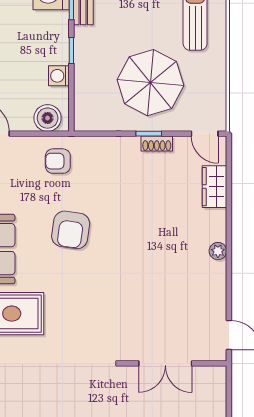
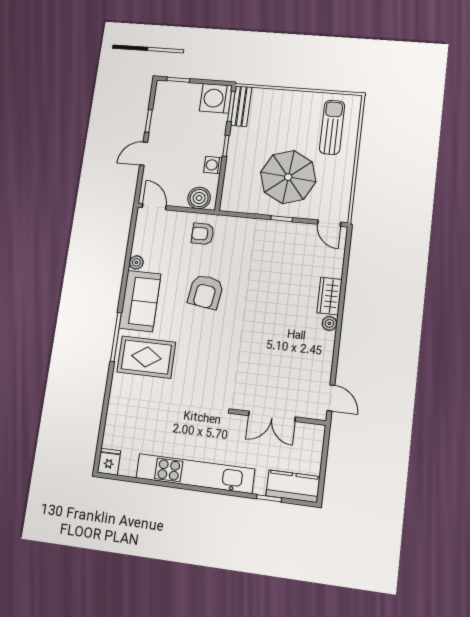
shoe rack: (157, 144) -> (287, 227), removed
wardrobe: (215, 187) -> (329, 296), moved

